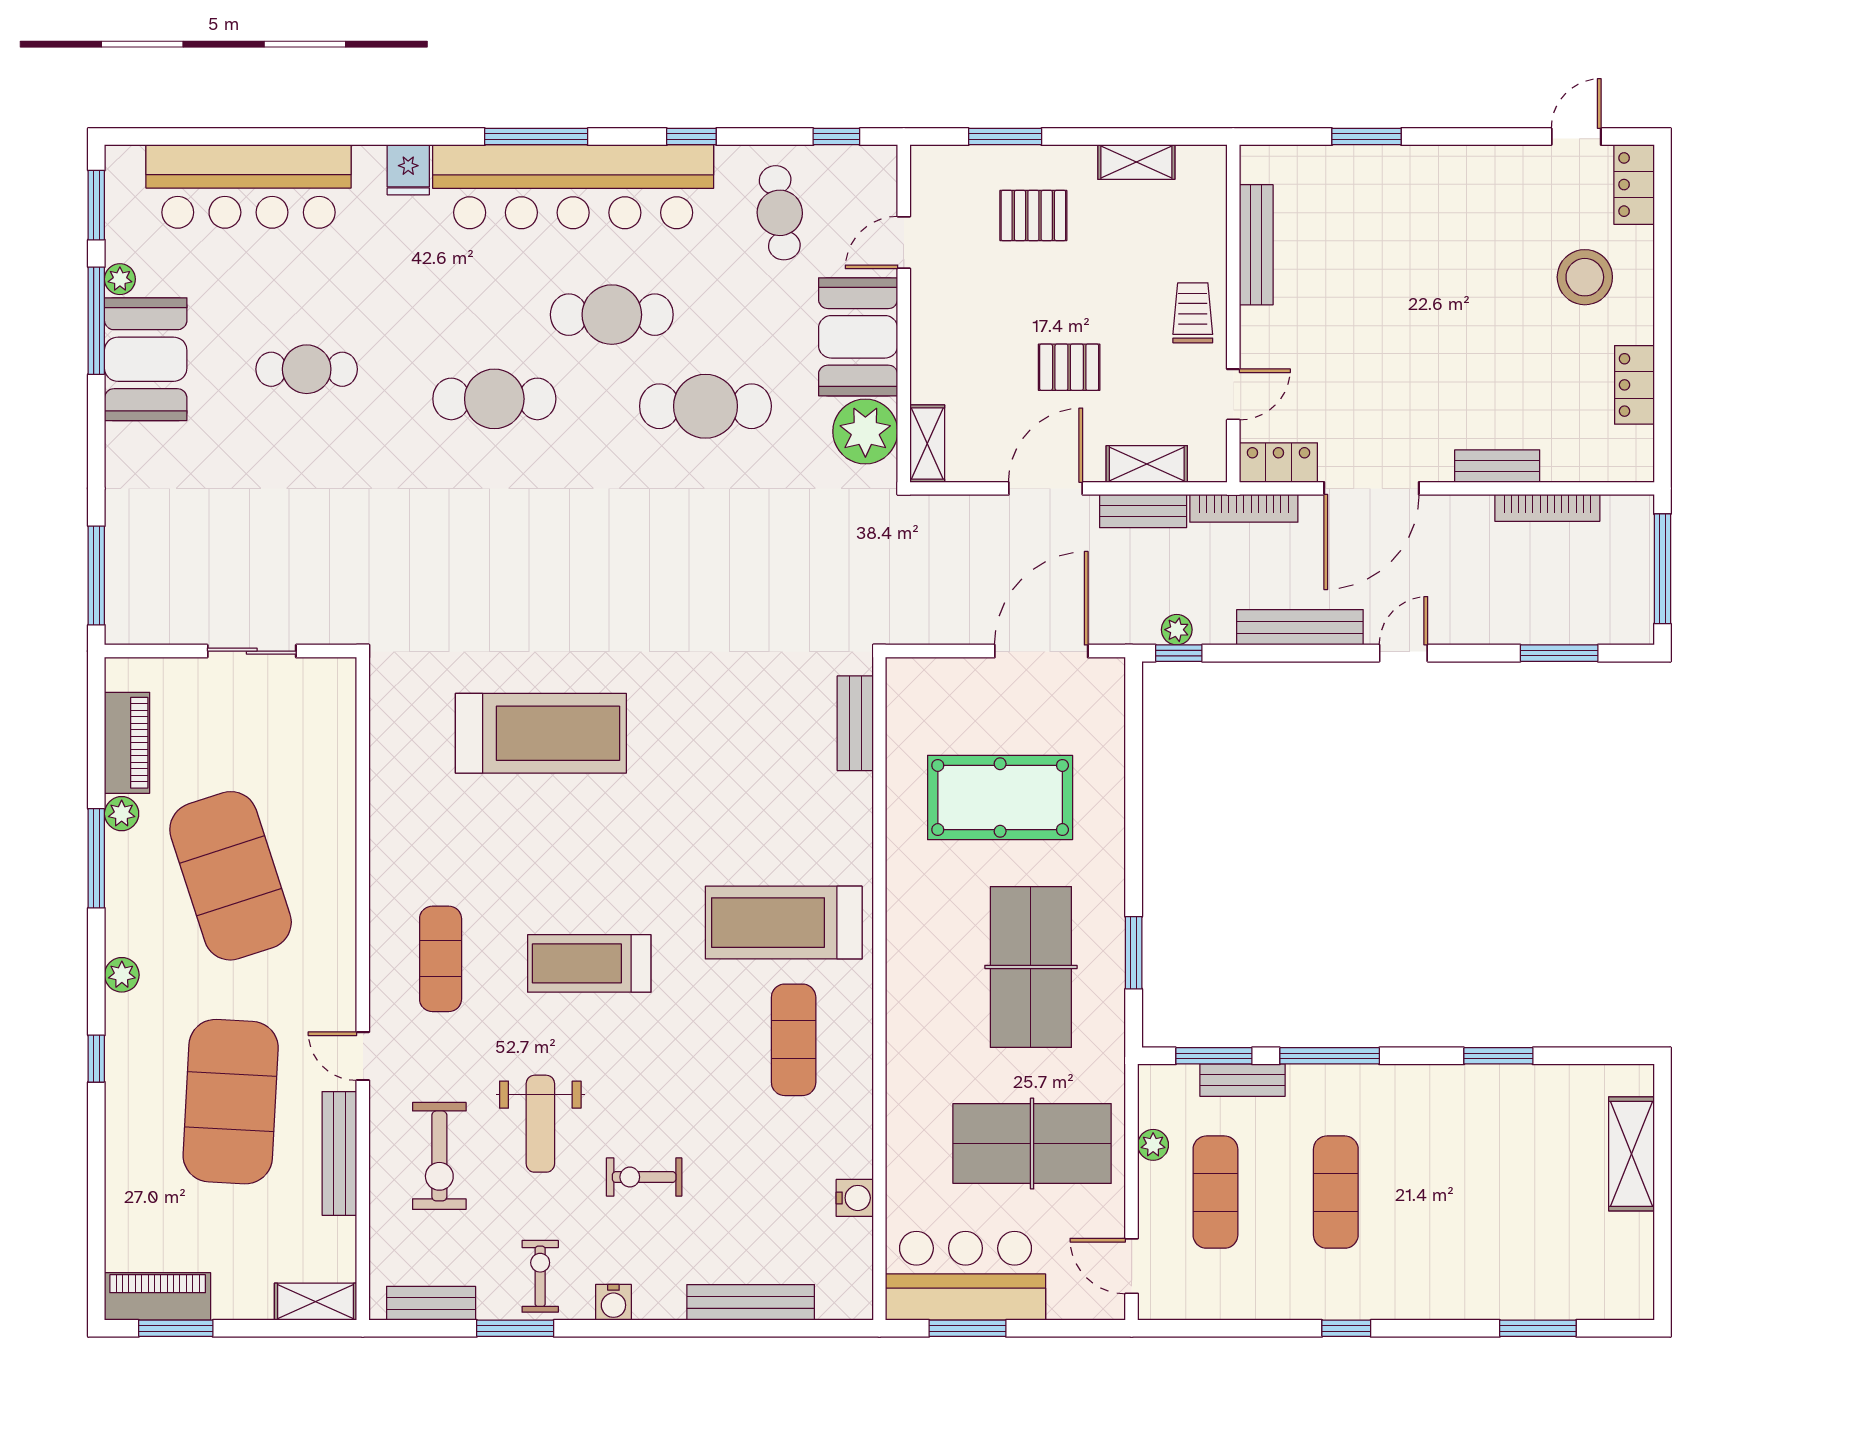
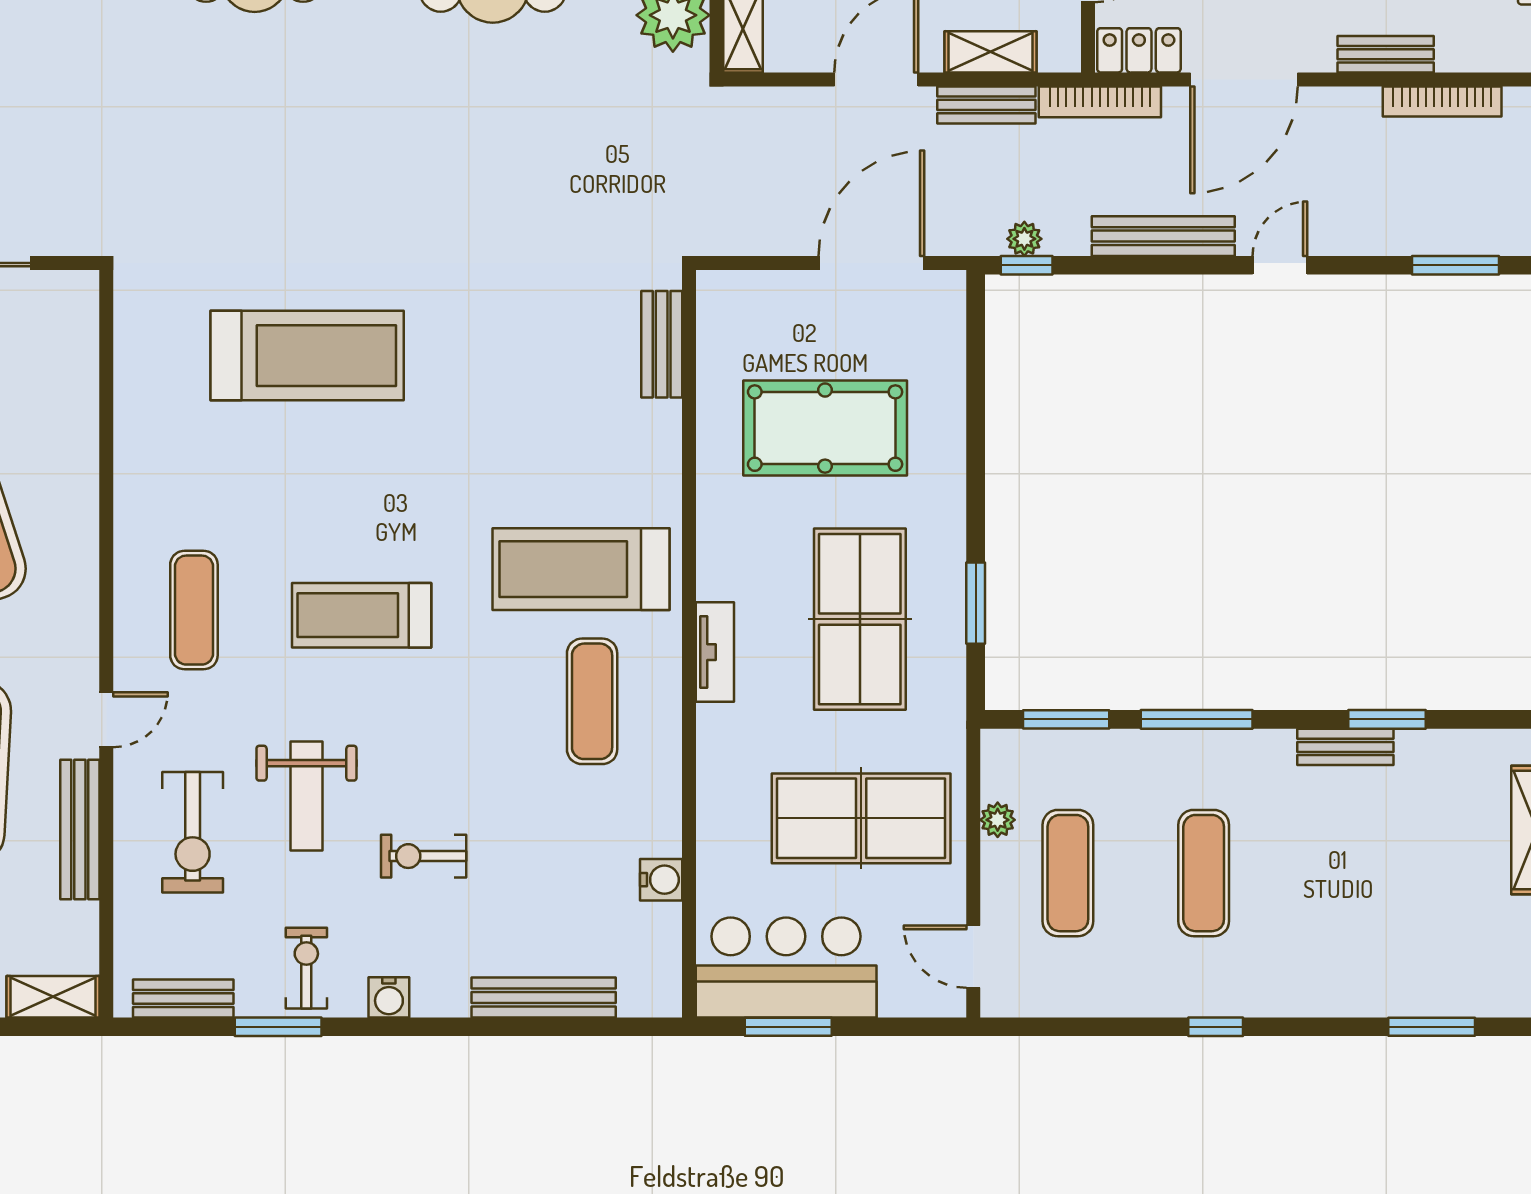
tv unit: (902, 996) -> (715, 652), added
door: (363, 1056) -> (106, 720), swing flipped
bench: (1242, 1080) -> (1345, 747), moved

